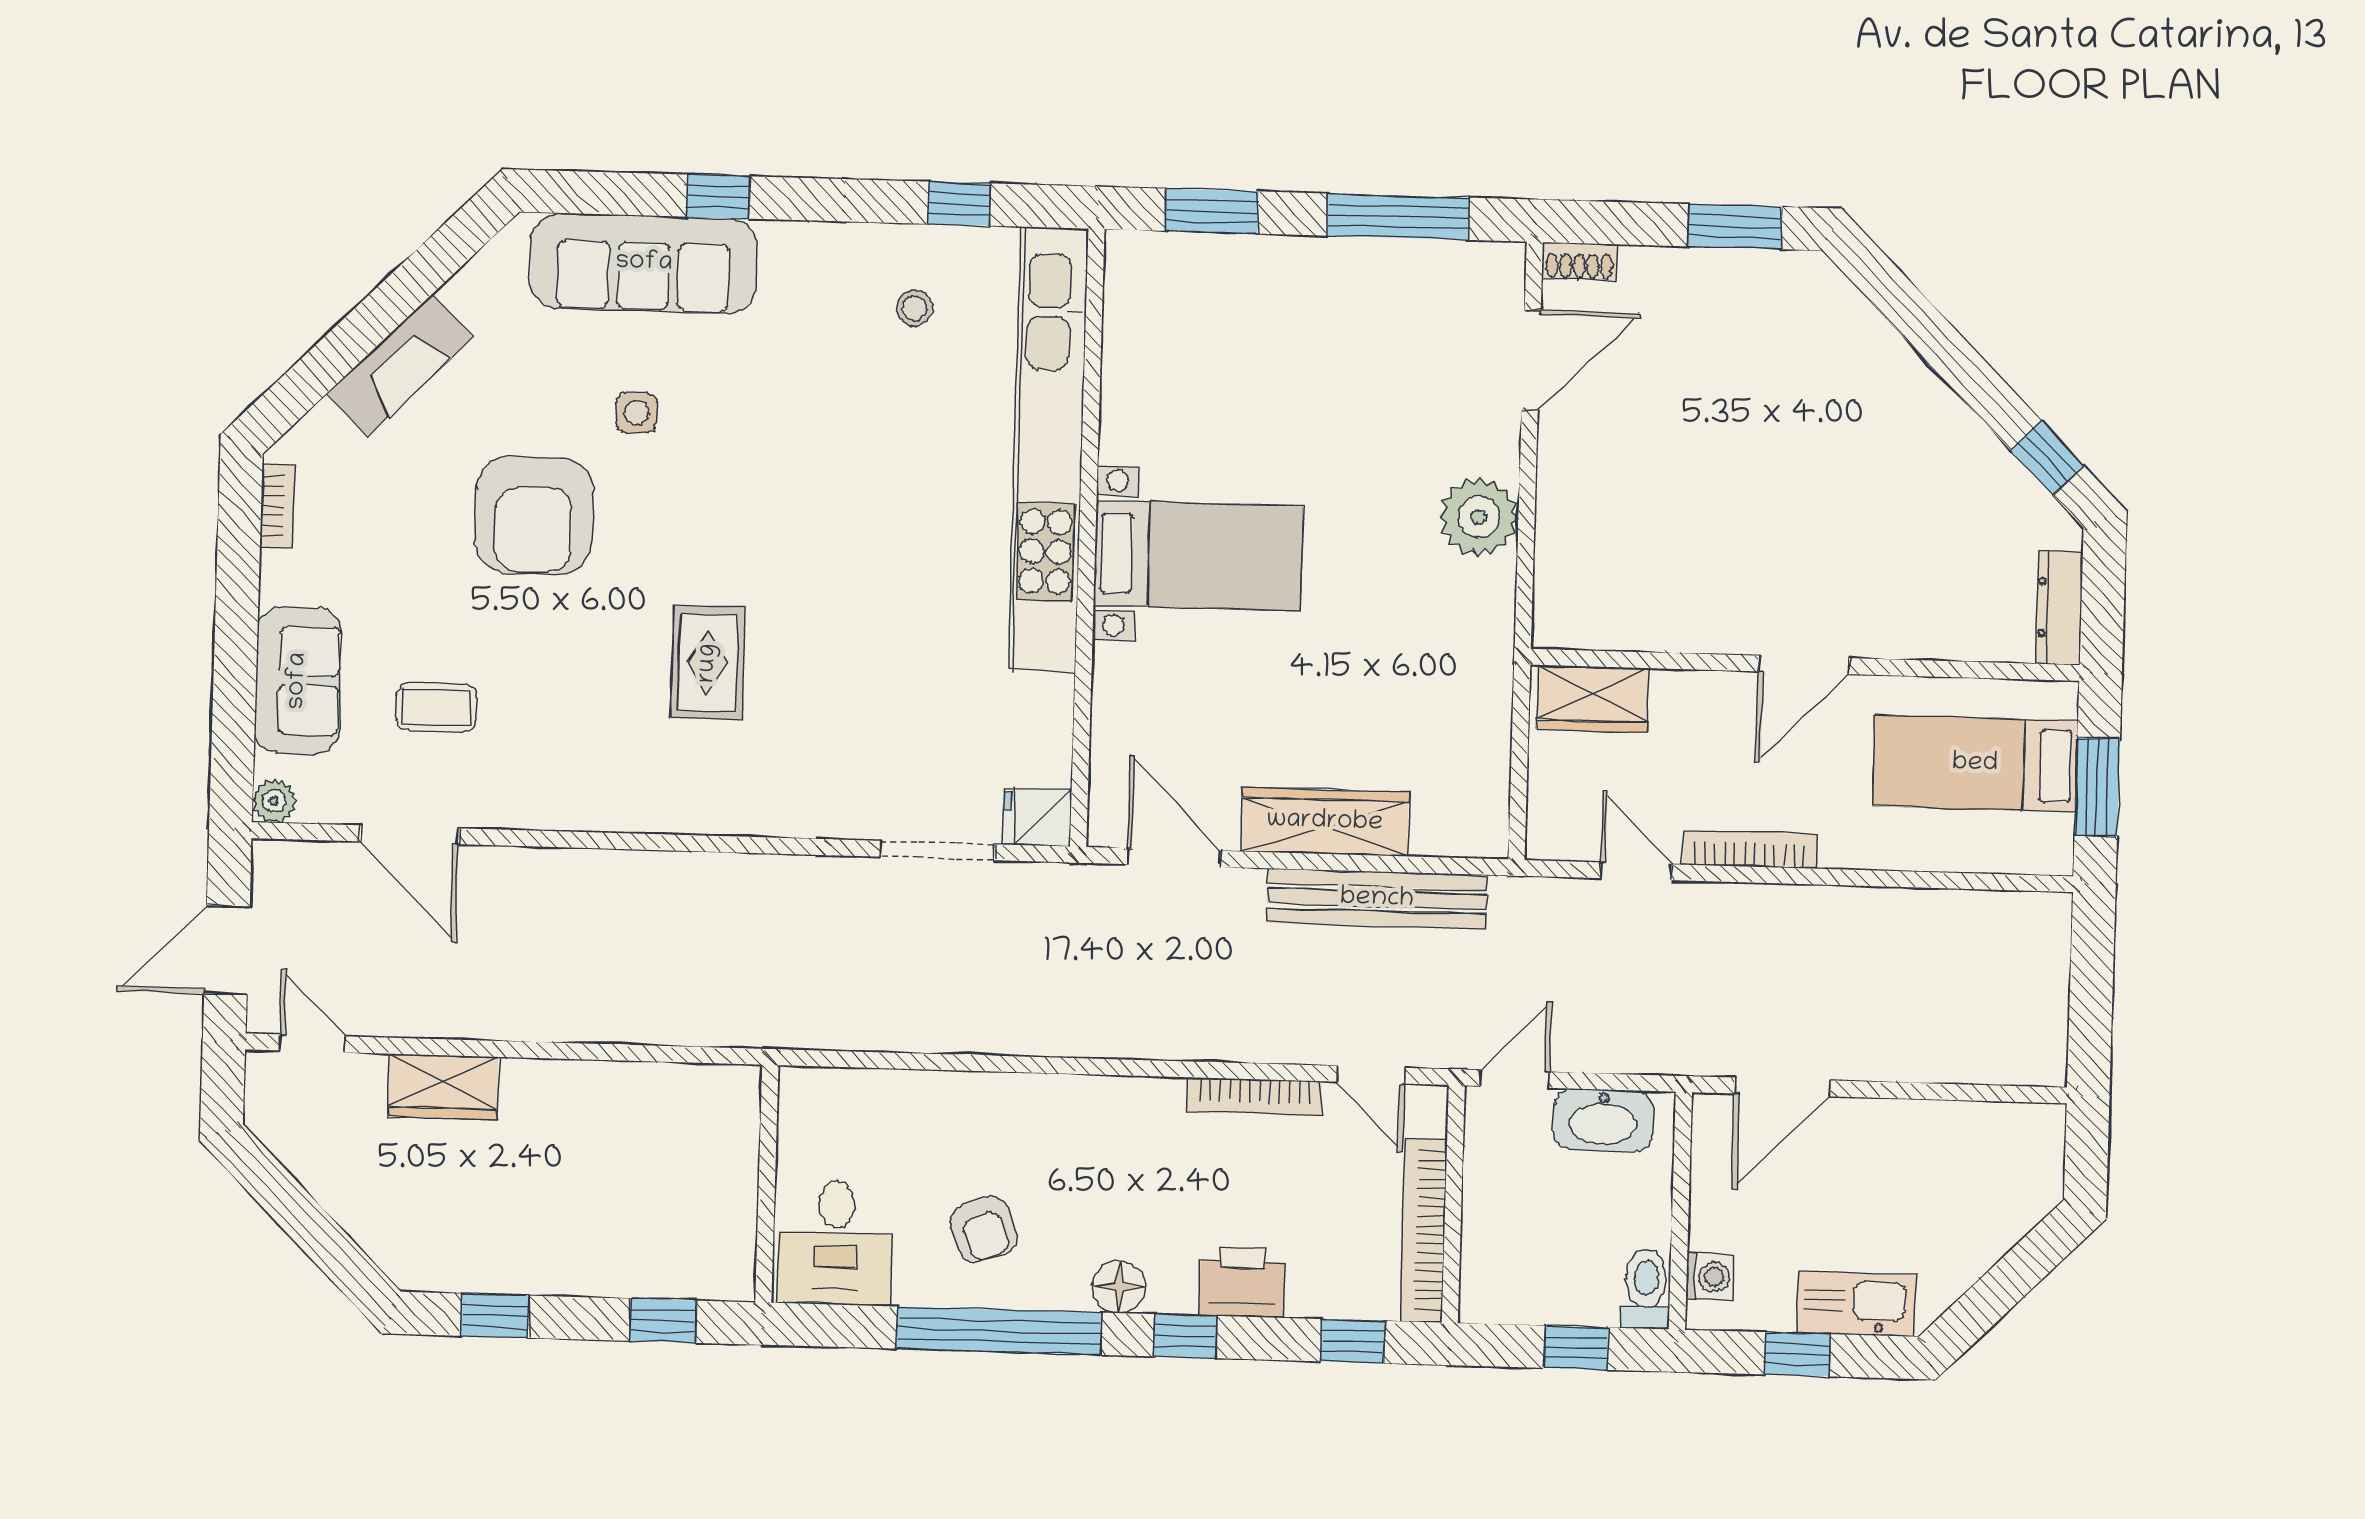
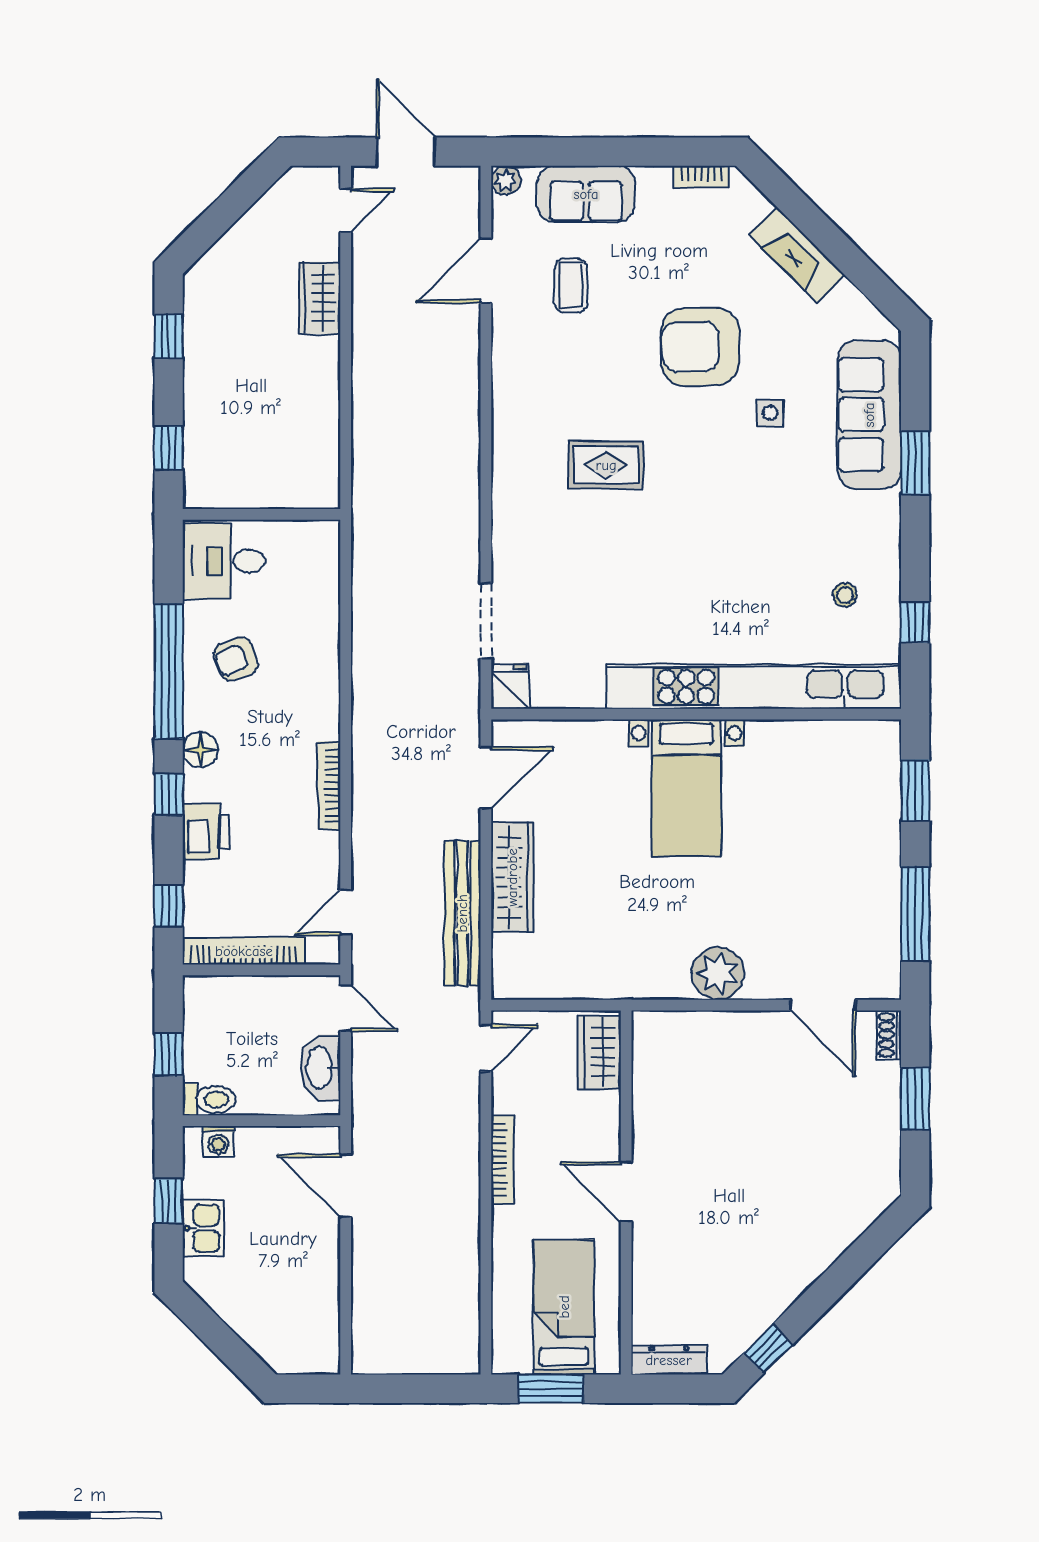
window: (718, 197) -> (915, 463), width x1.50
window: (1735, 227) -> (915, 1099), moved
door: (1636, 871) -> (486, 1048), moved
bookcase: (1254, 1096) -> (329, 786), moved
kitchen sink: (1856, 1304) -> (203, 1228), width x0.73

